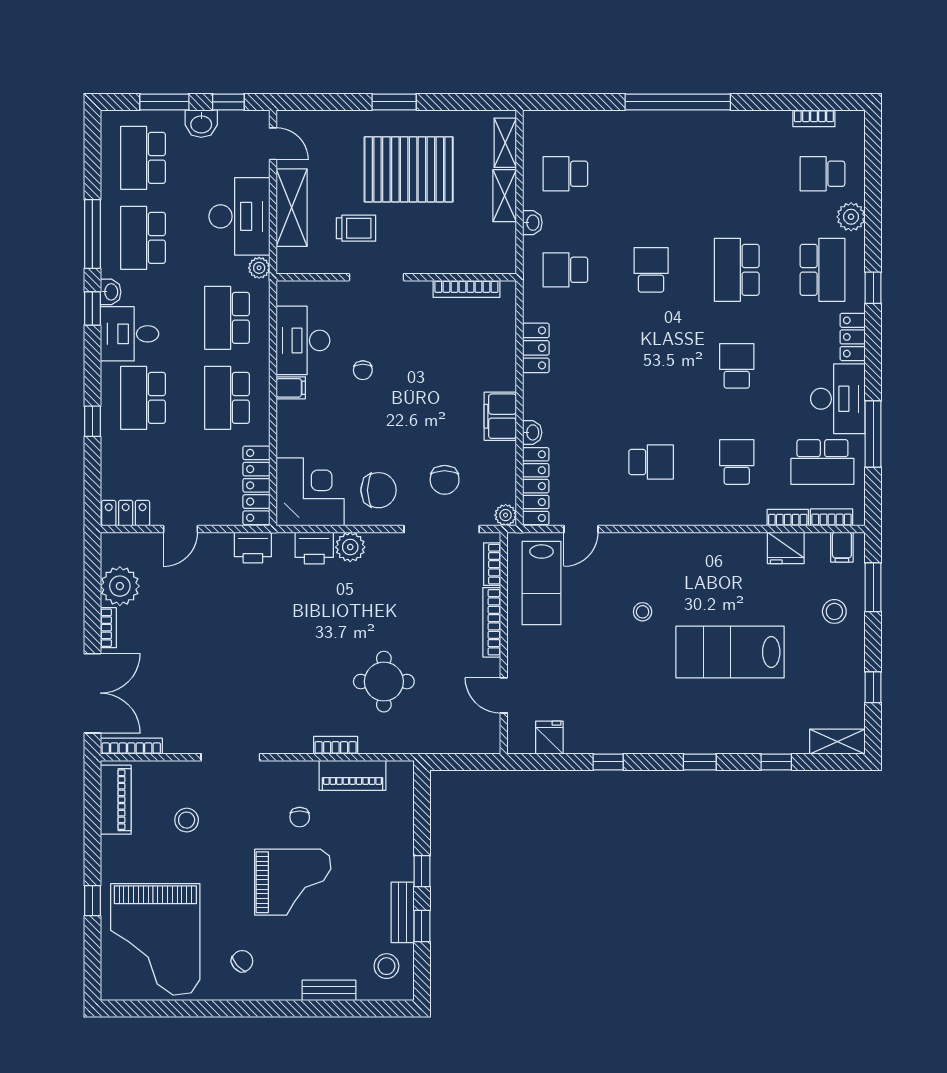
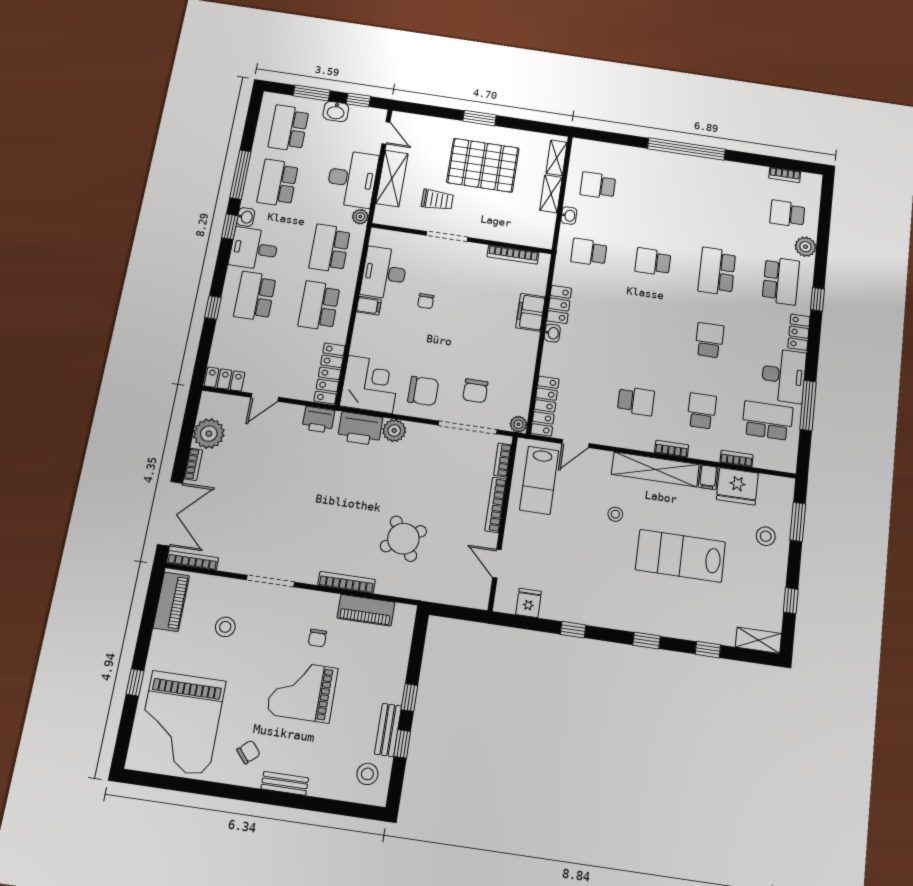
school desk: (651, 270) -> (653, 262), turned -90
filing cabinet: (500, 416) -> (531, 312), moved
washbasin: (532, 432) -> (552, 333), moved
school desk: (822, 462) -> (767, 421), turned 180
bookcase: (832, 517) -> (672, 449), moved
shelving: (686, 547) -> (655, 469), added
filing cabinet: (842, 547) -> (708, 477), moved
printer: (314, 548) -> (360, 429), width x1.37, depth x1.19
fridge: (786, 548) -> (737, 486), width x1.36, depth x1.34
round table: (384, 682) -> (403, 539), turned -32
bookcase: (336, 745) -> (347, 582), width x1.56
grand piano: (293, 882) -> (302, 691), turned 180
bench: (329, 990) -> (285, 783), moved

